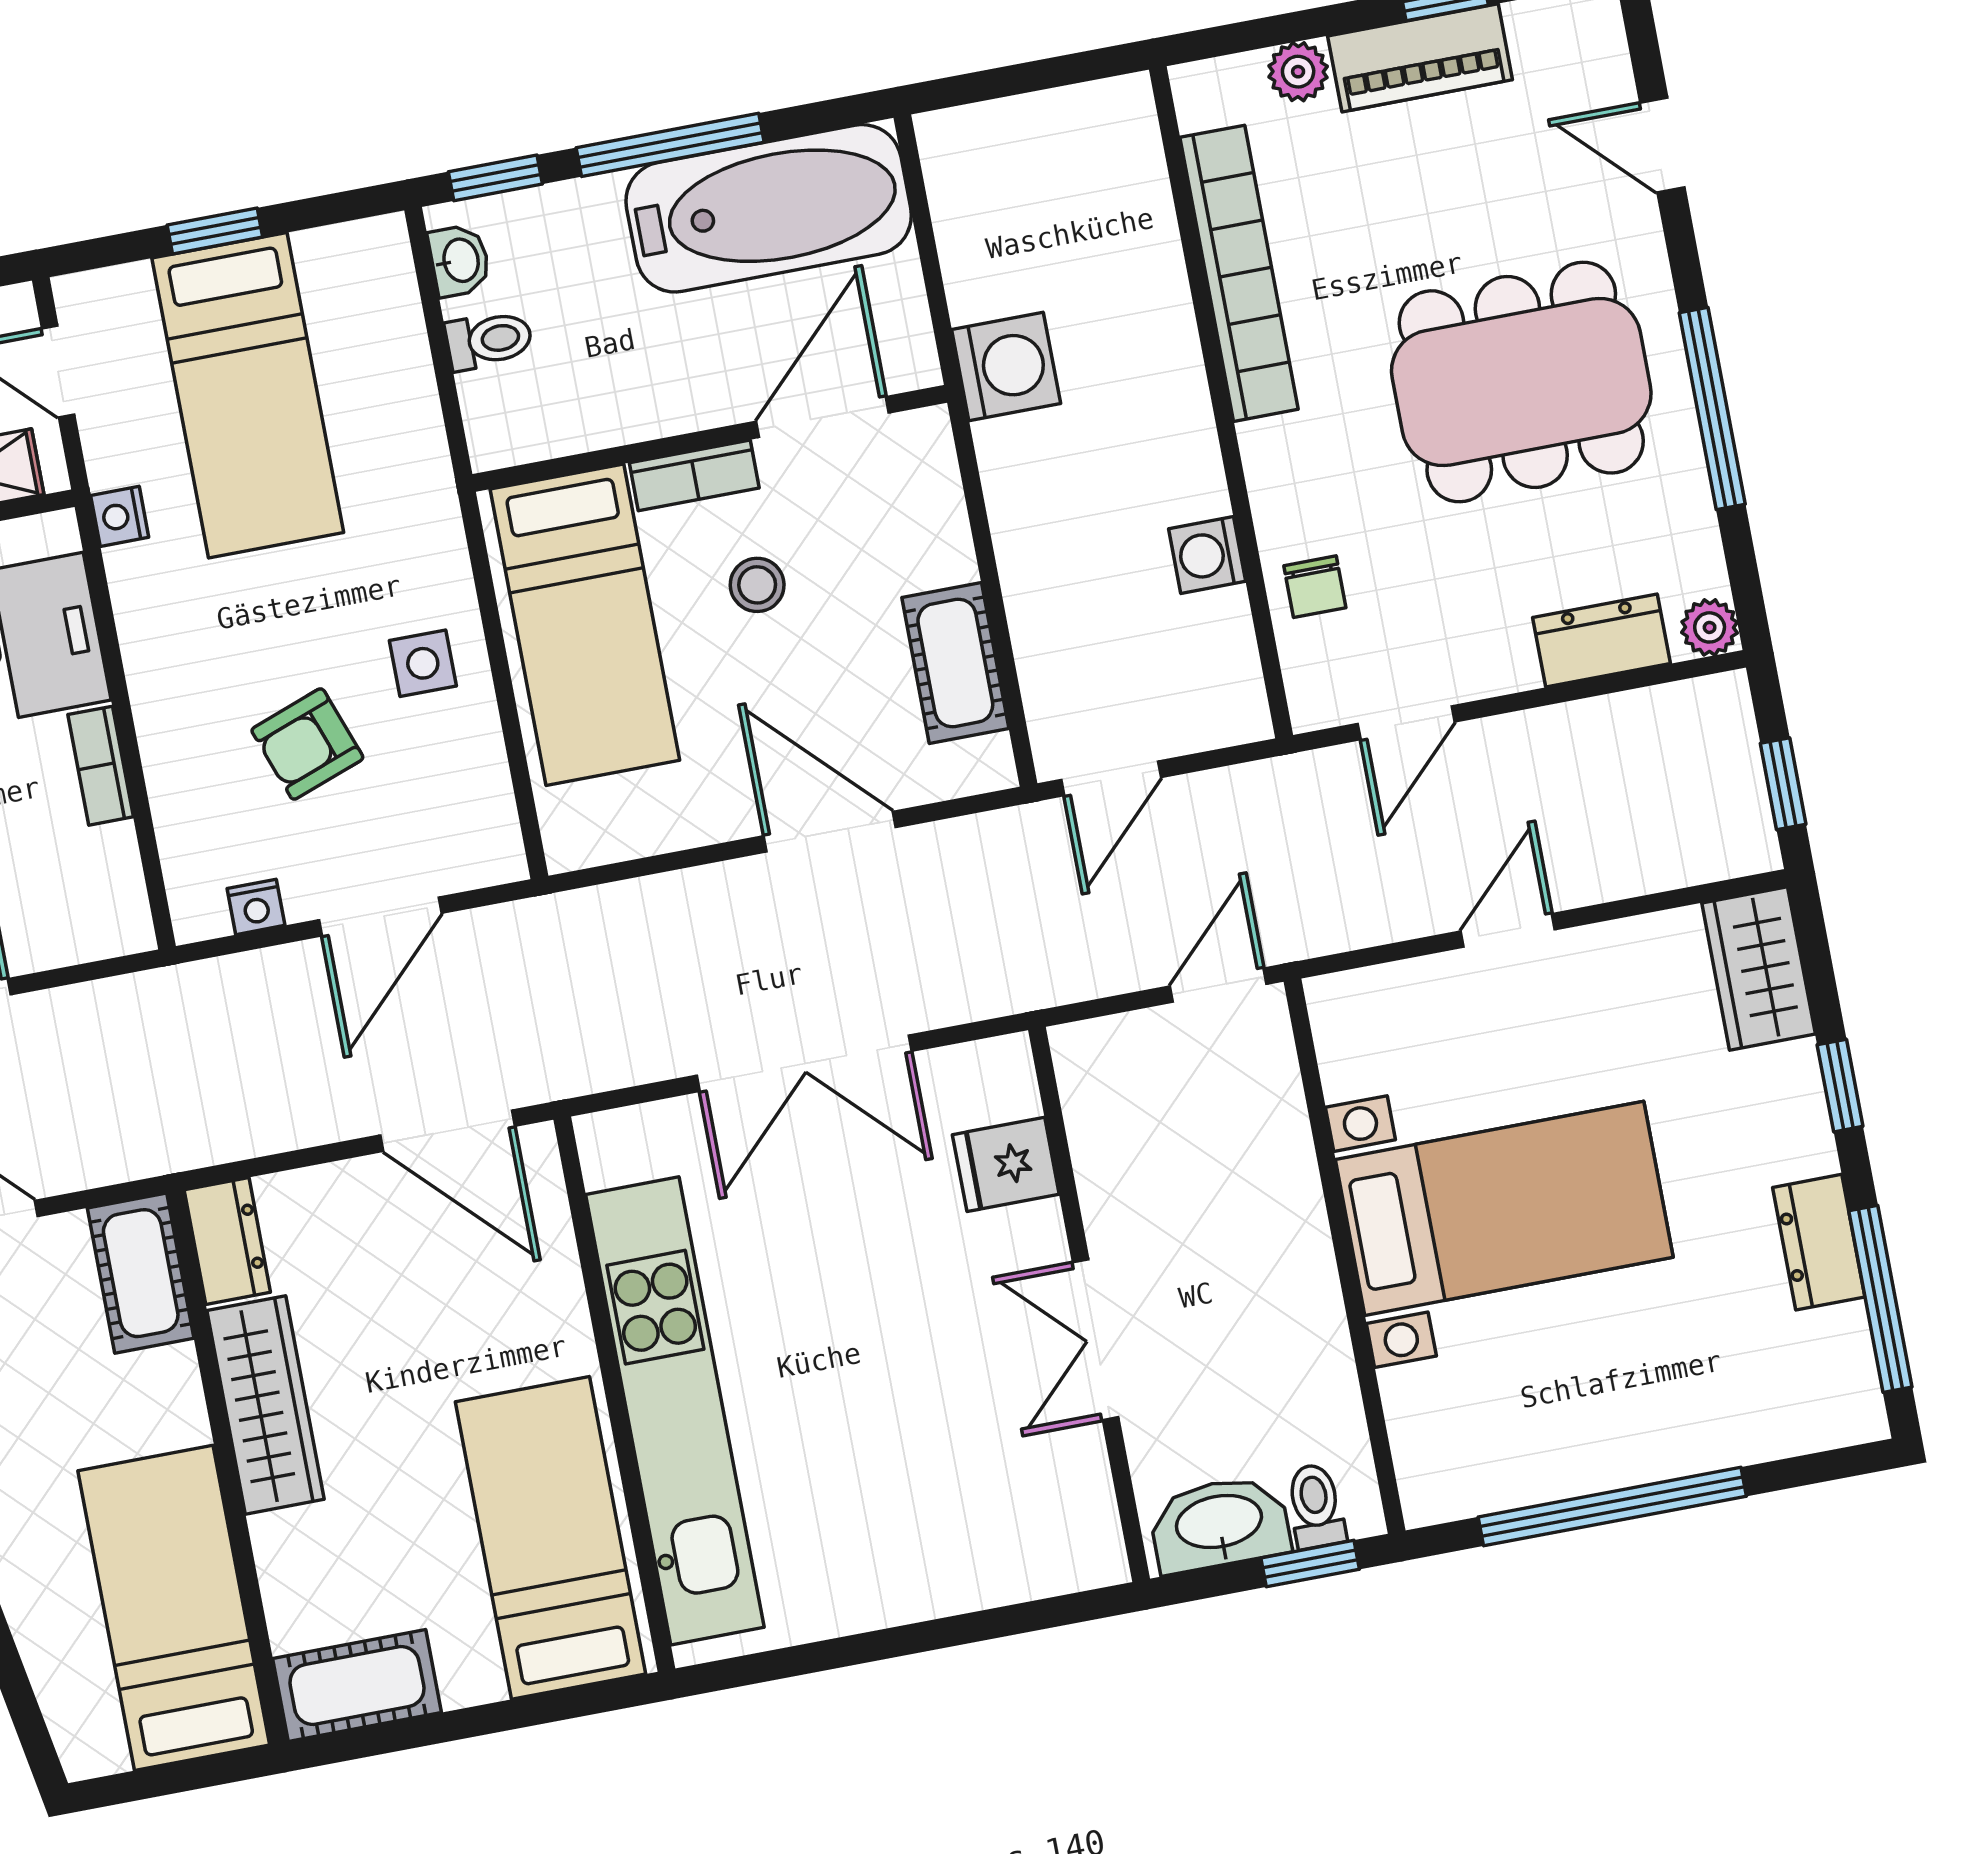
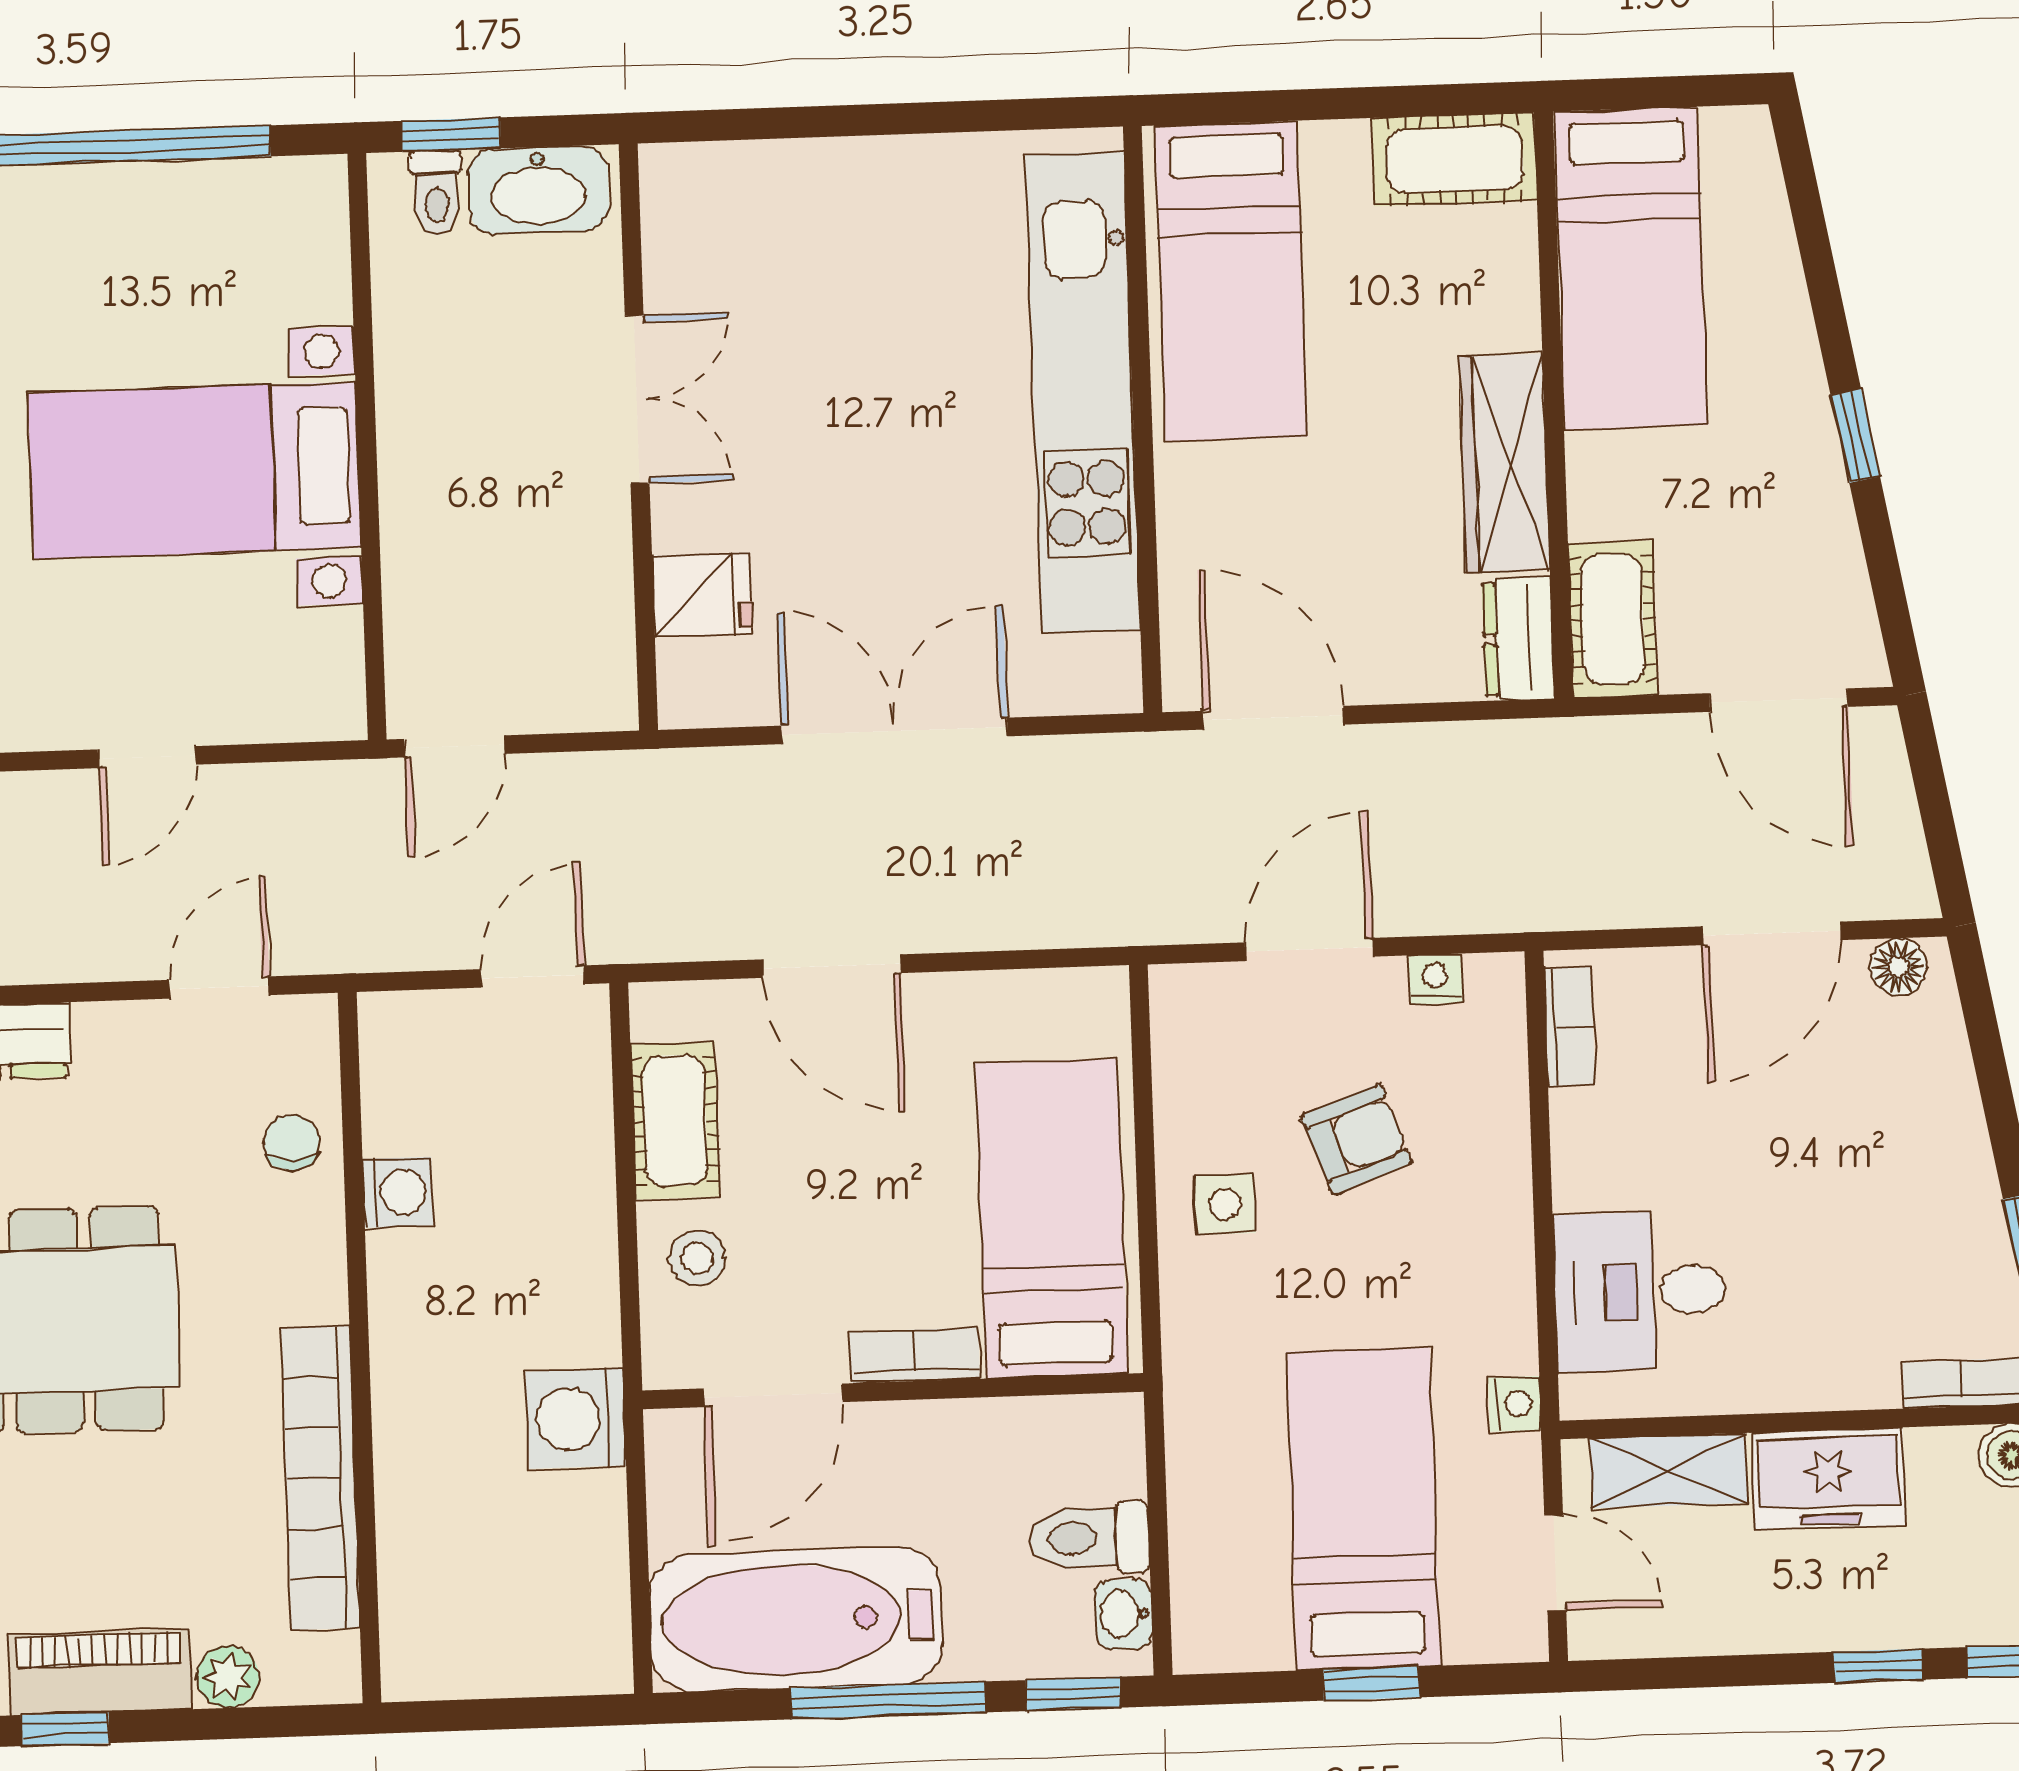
toilet: (489, 340) -> (1089, 1538), width x1.37, depth x1.39
stool: (757, 585) -> (697, 1258), moved
bookcase: (101, 766) -> (1569, 1027), moved

